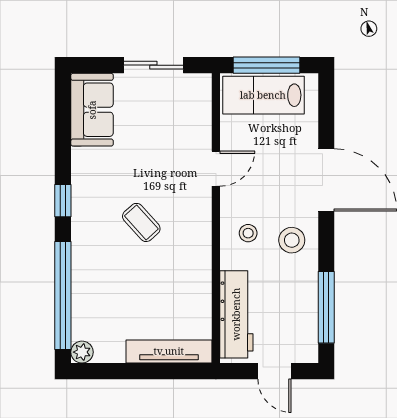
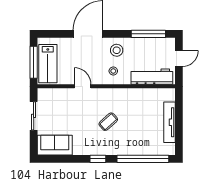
tv unit: (169, 351) -> (169, 122), moved
plant: (82, 352) -> (170, 150), removed

